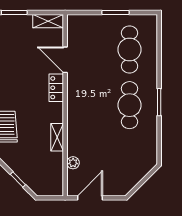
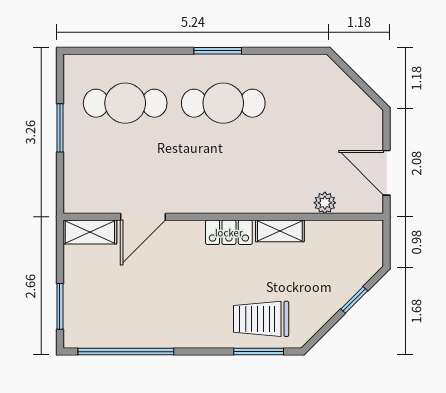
shelving: (48, 21) -> (90, 232), moved, turned 90
locker: (56, 88) -> (229, 232), moved

